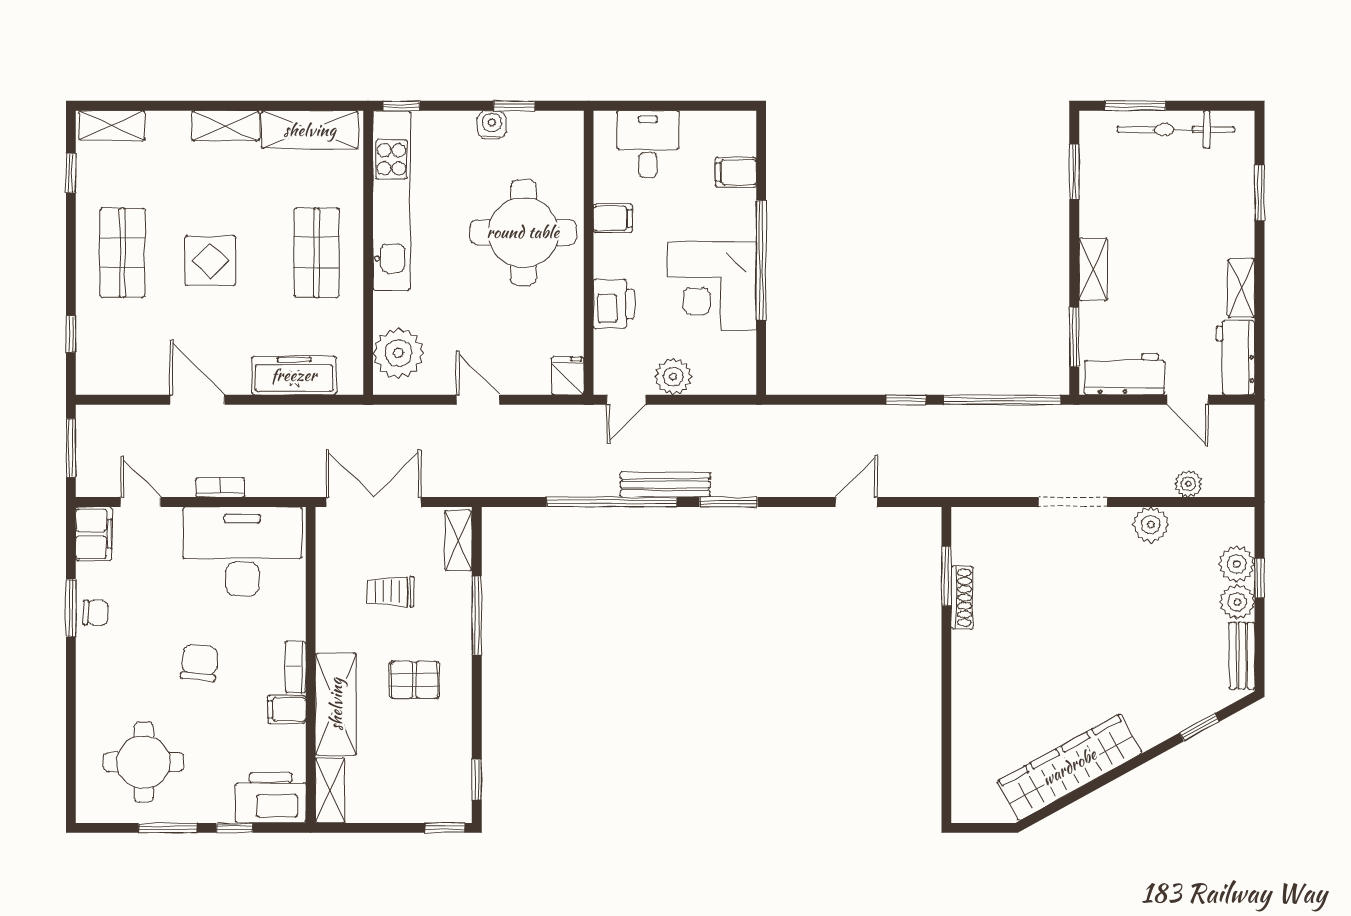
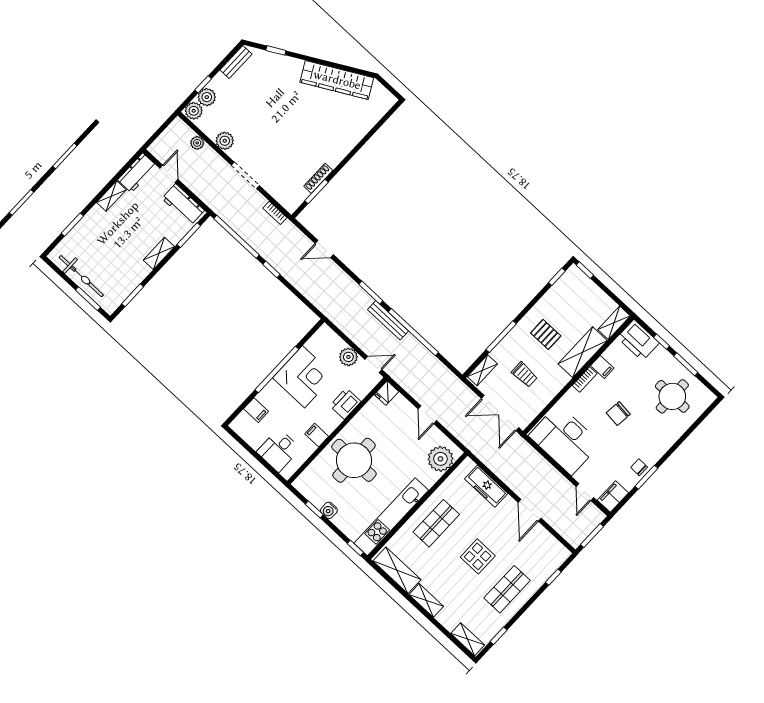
bookcase: (220, 487) -> (275, 213), moved
plant: (1237, 602) -> (194, 111), moved

